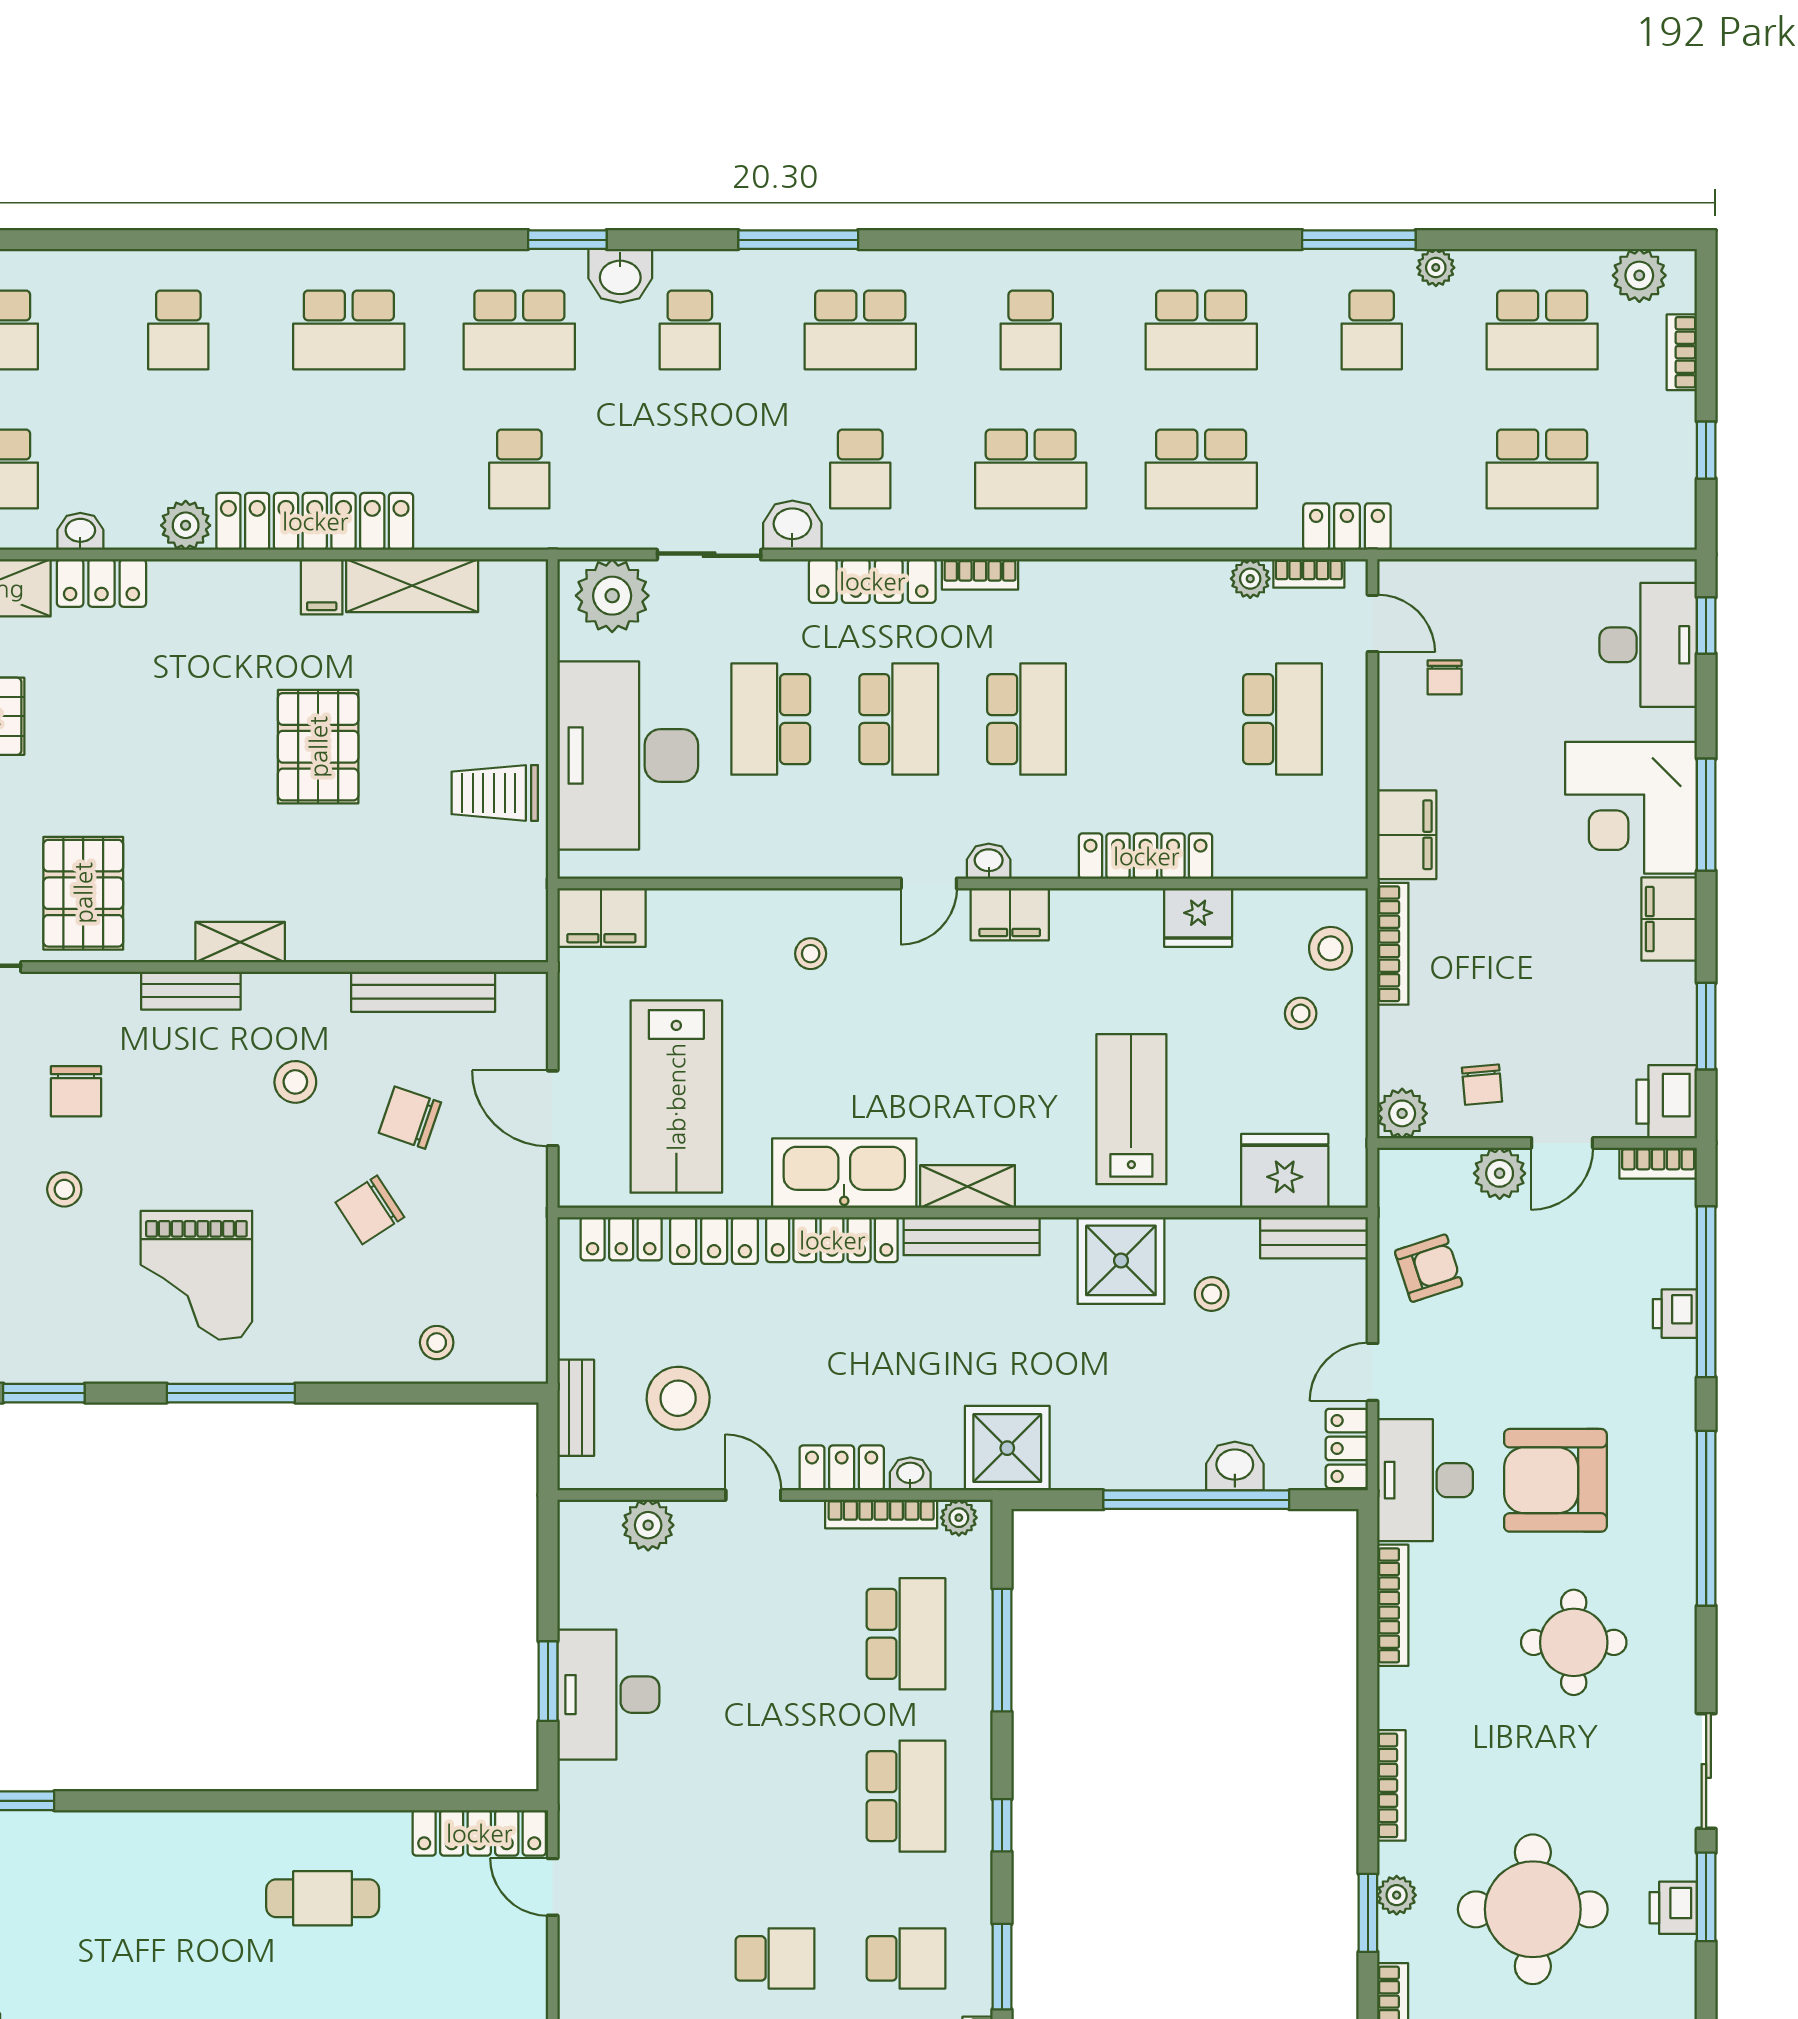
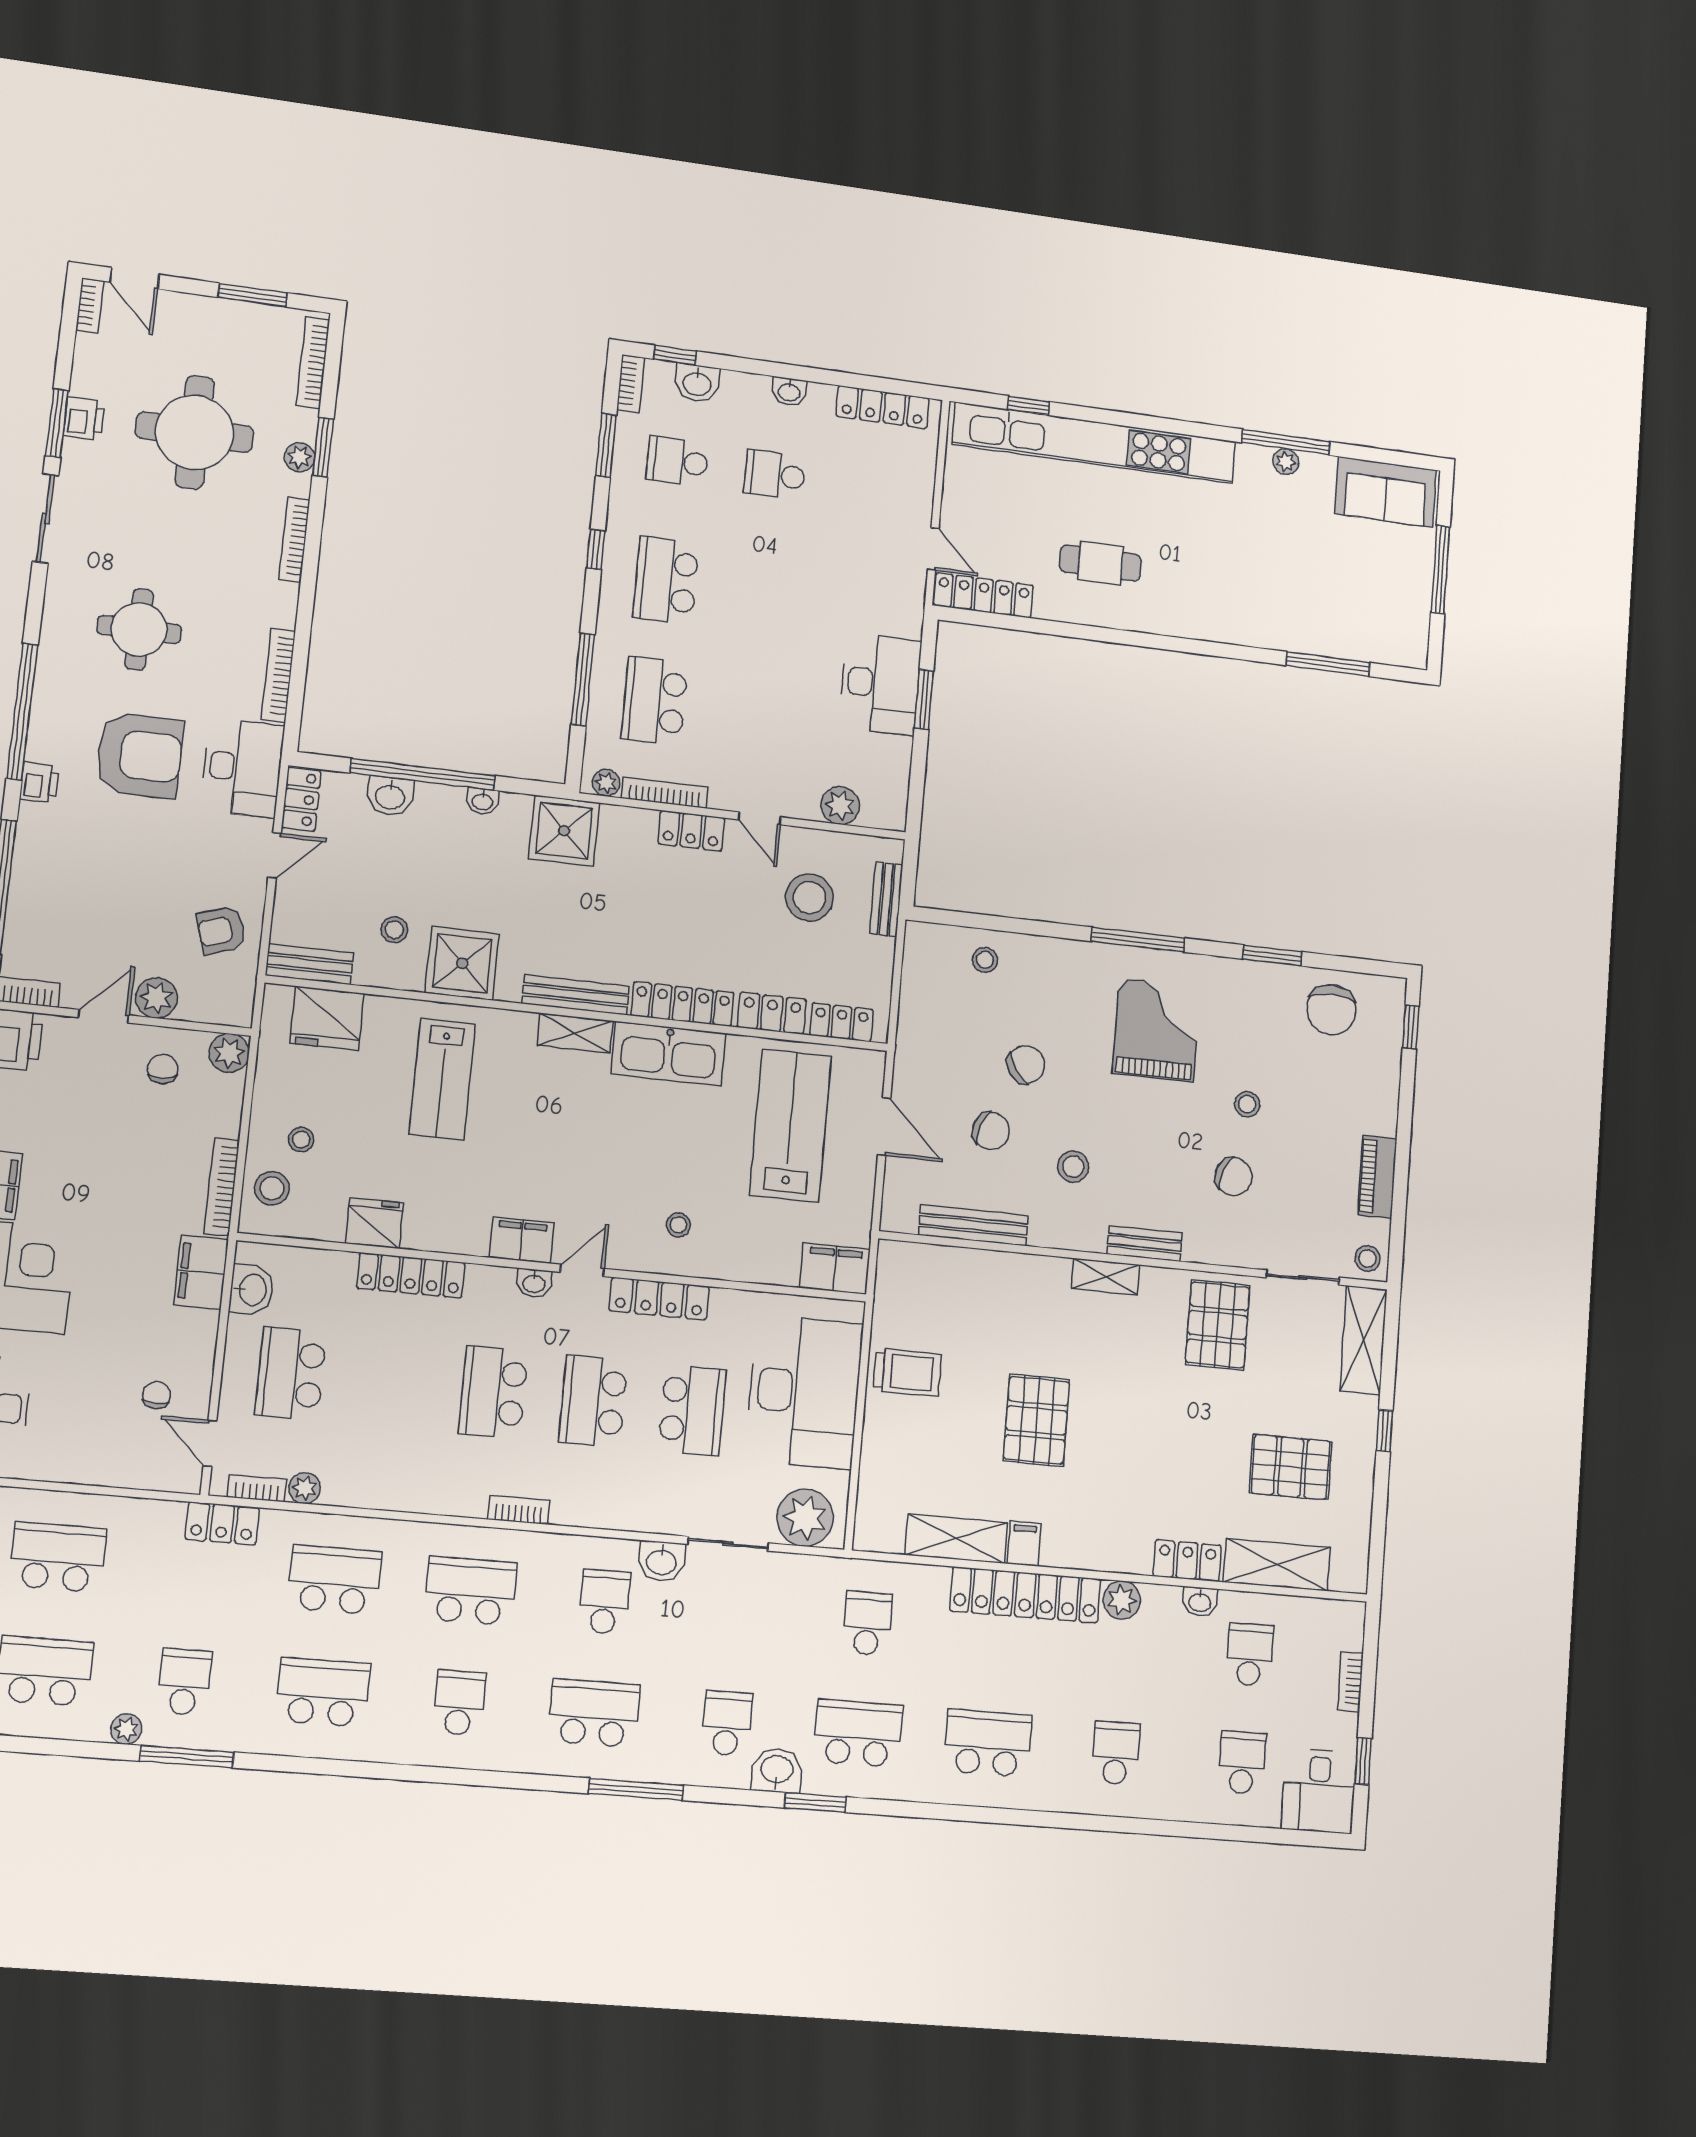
locker: (872, 581) -> (659, 1299), moved, turned 180
washbasin: (1342, 819) -> (252, 1290), added
chair: (76, 1091) -> (1233, 1176), turned 111
printer: (1675, 1314) -> (39, 783), moved
washbasin: (910, 1474) -> (483, 801), moved

